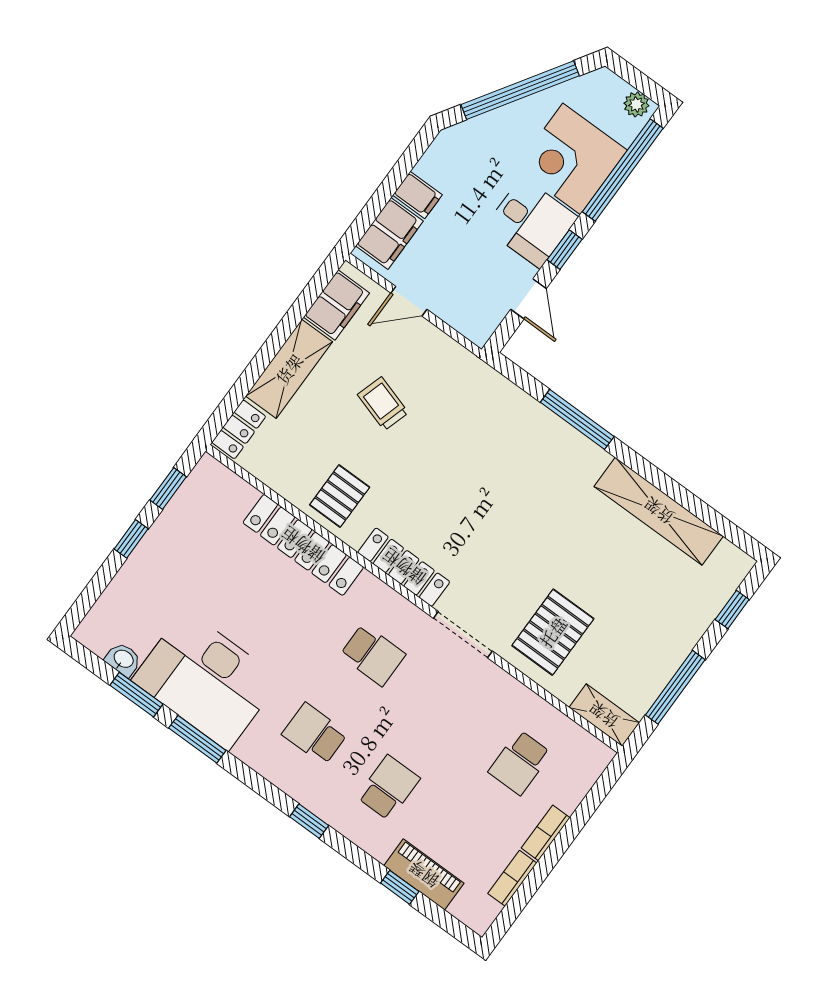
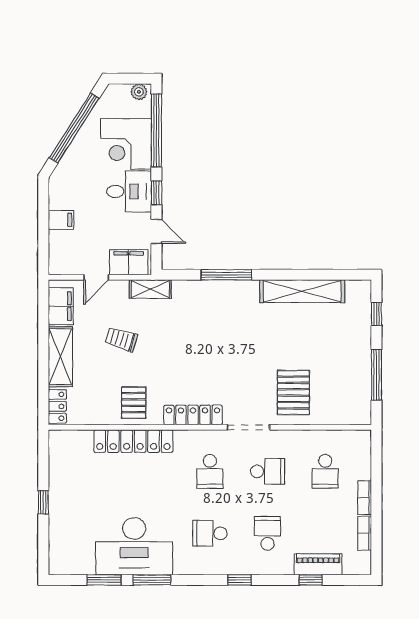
filing cabinet: (389, 233) -> (129, 262), moved, turned -90
window: (168, 488) -> (43, 463), removed
school desk: (373, 655) -> (210, 471), turned 90
washbasin: (123, 659) -> (84, 567), removed
school desk: (446, 709) -> (268, 471), added
shelving: (604, 715) -> (150, 289), moved

